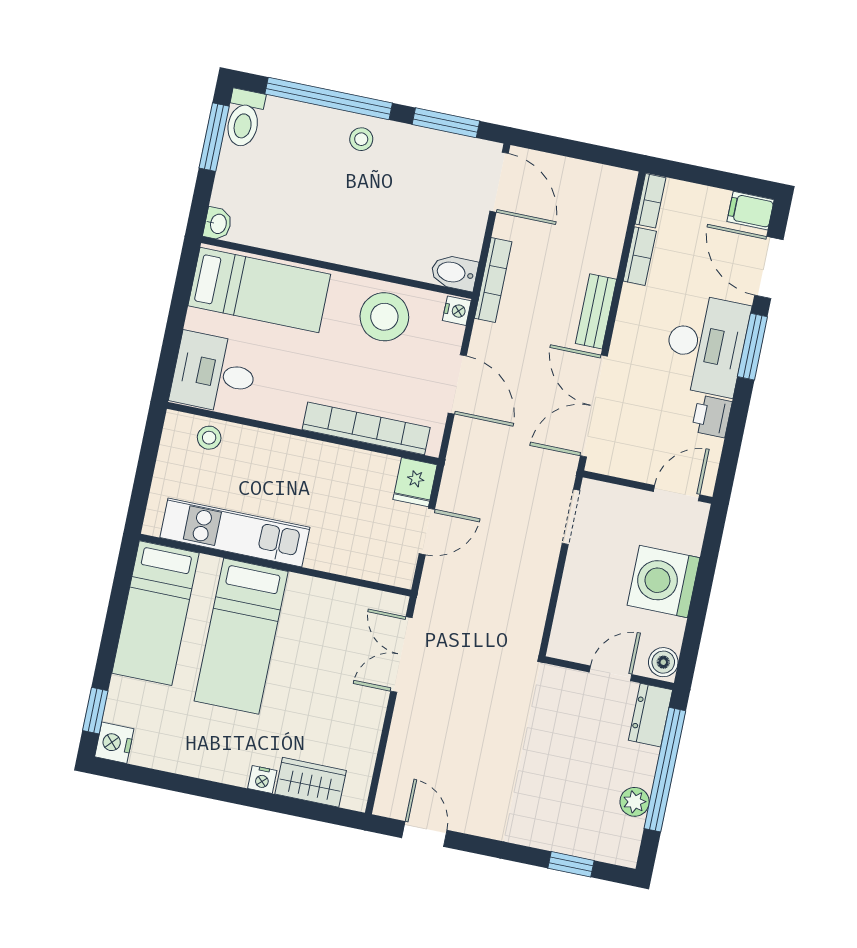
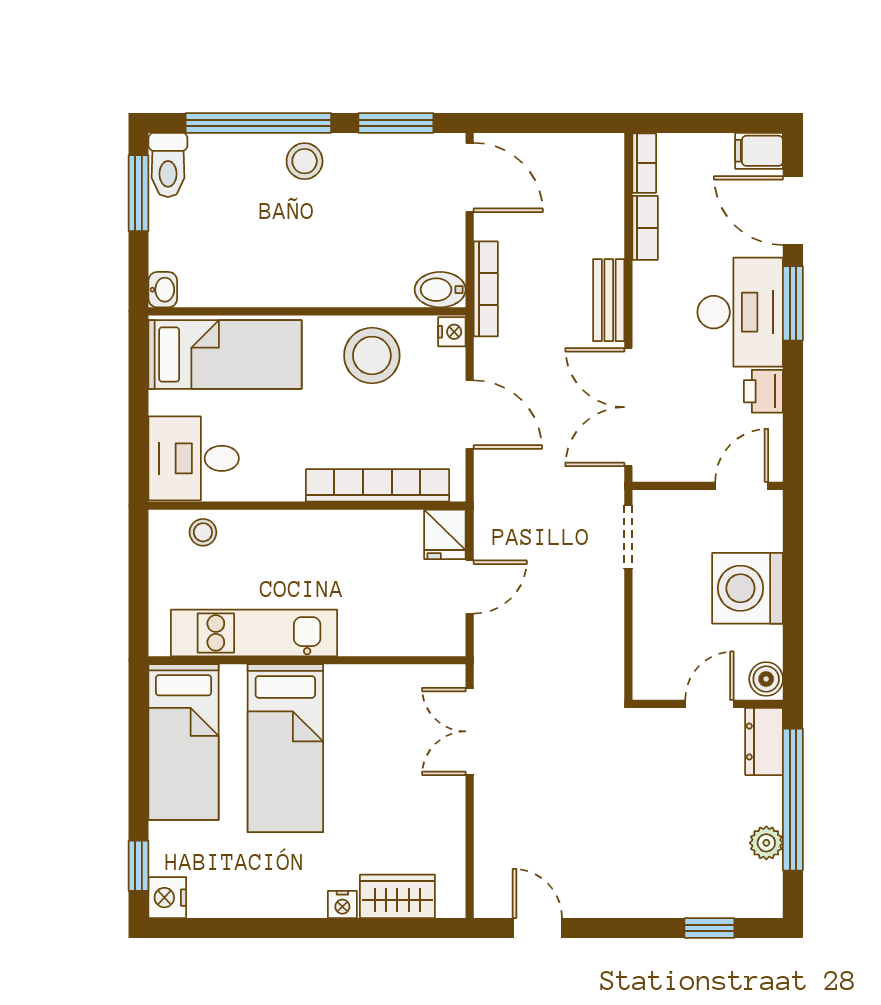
stool: (361, 139) -> (305, 161), width x1.37, depth x1.37

